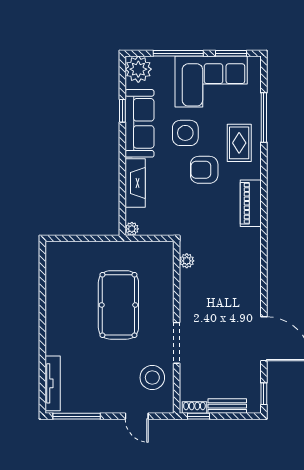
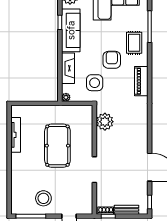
side table: (185, 133) -> (95, 83), moved
armchair: (204, 170) -> (112, 60), turned 90
plant: (187, 261) -> (105, 122), width x1.87, depth x1.87
stool: (152, 378) -> (43, 198), moved
tv unit: (53, 383) -> (16, 135), moved

